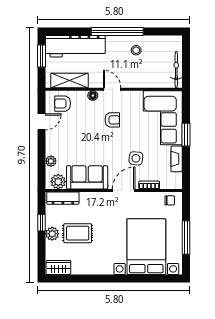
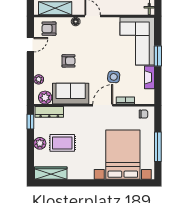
armchair: (112, 120) -> (68, 61), moved
window: (41, 223) -> (30, 122), moved
wardrobe: (58, 267) -> (51, 173), width x1.50

